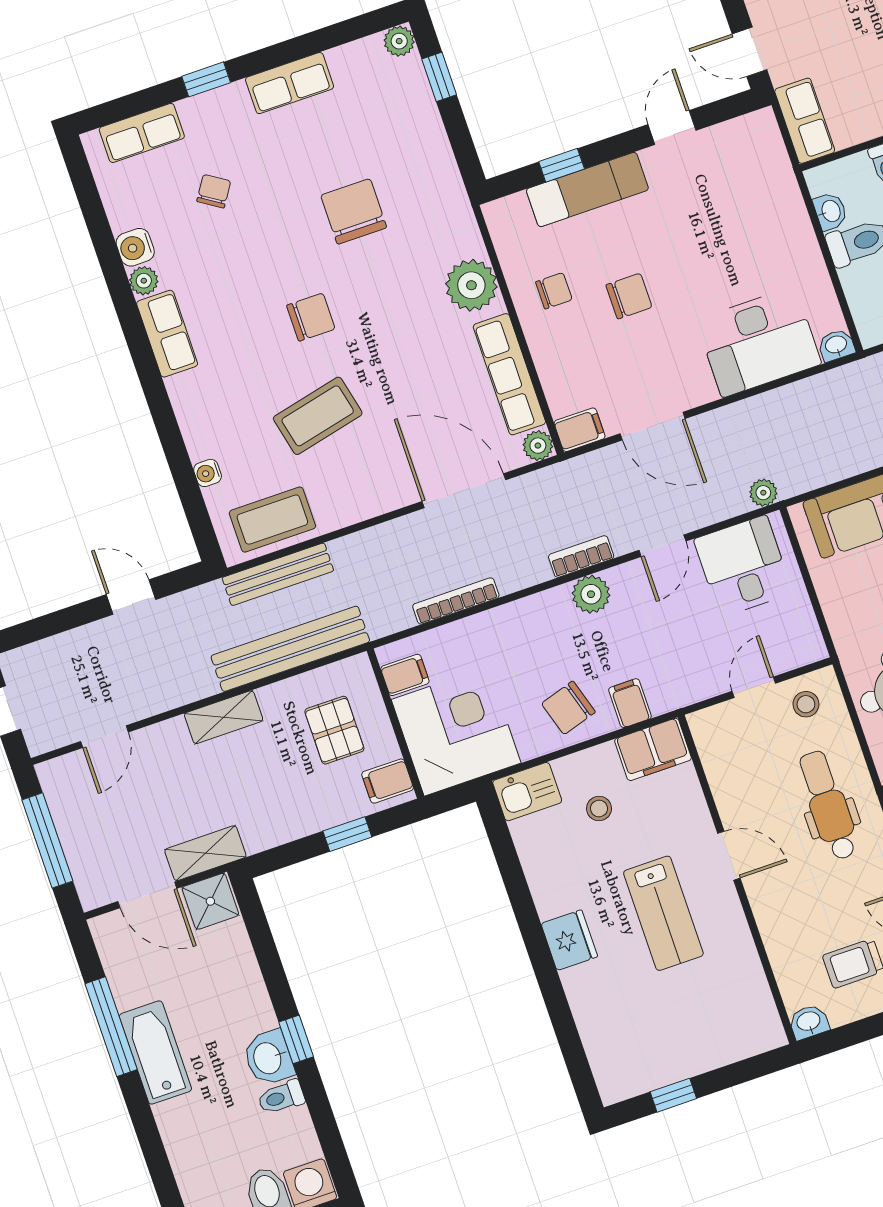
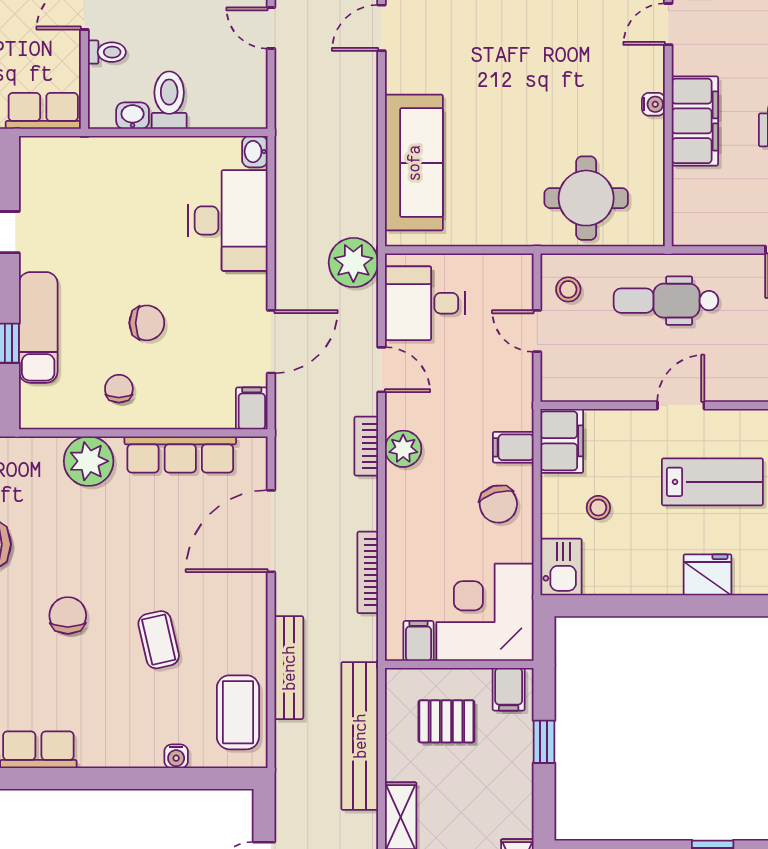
chair: (629, 296) -> (147, 323), turned 90
coffee table: (318, 416) -> (159, 640), width x0.73, depth x0.77
plant: (538, 446) -> (253, 451), removed
plant: (763, 493) -> (353, 263), width x1.88, depth x1.88
bench: (278, 574) -> (289, 668), moved

